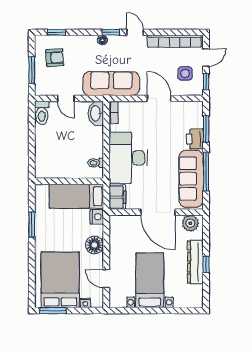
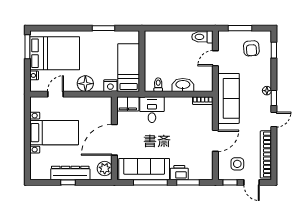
washbasin: (96, 113) -> (183, 85), moved
desk: (128, 158) -> (152, 110), width x0.53, depth x0.77

